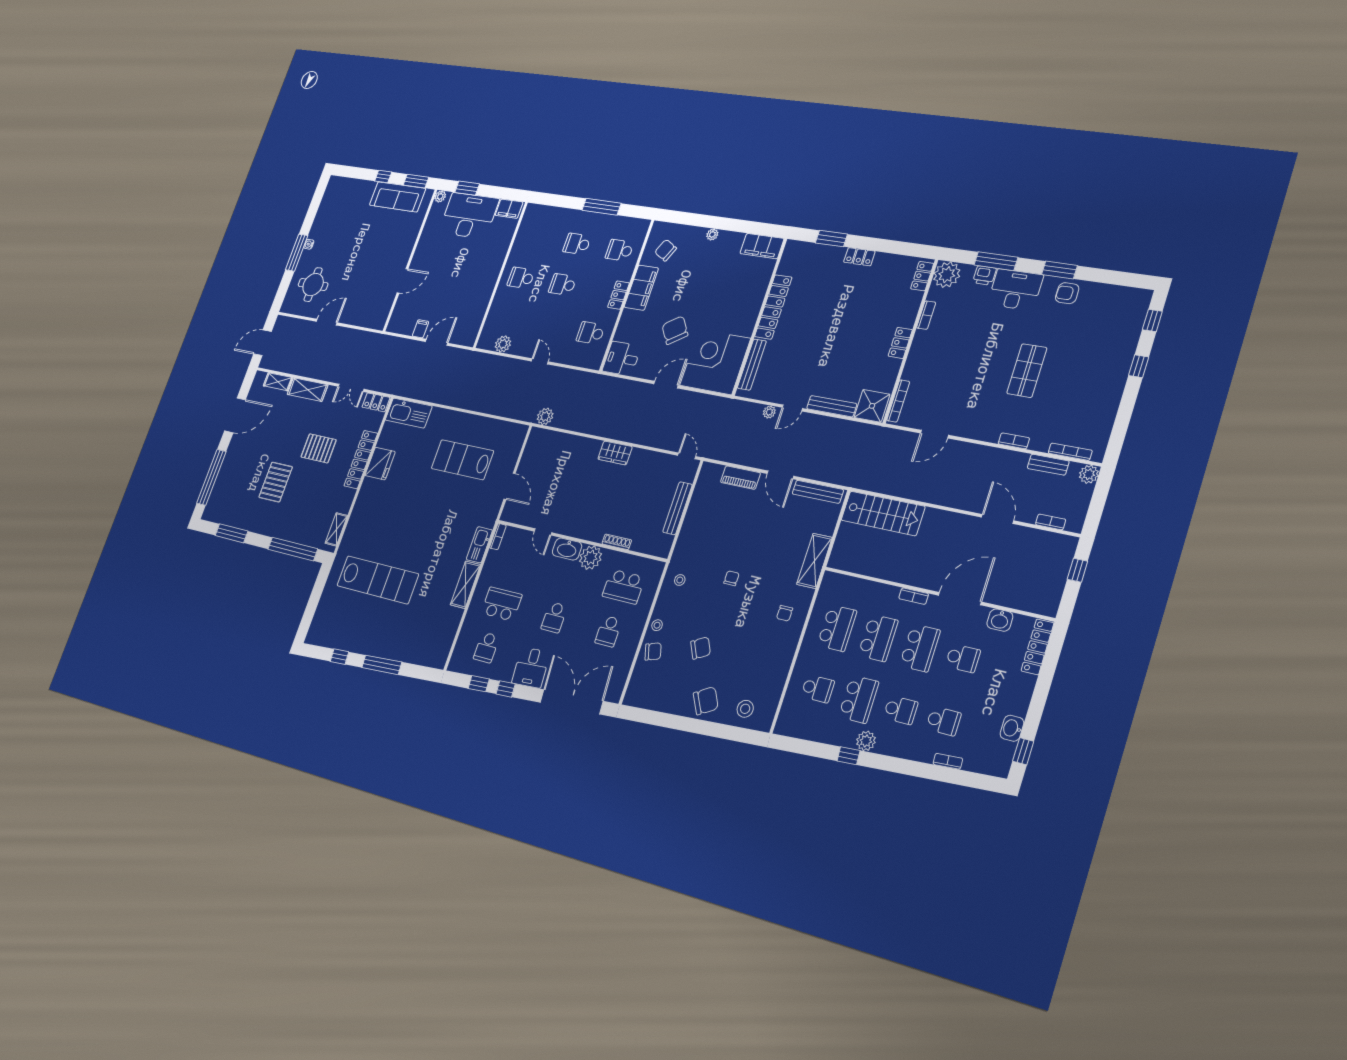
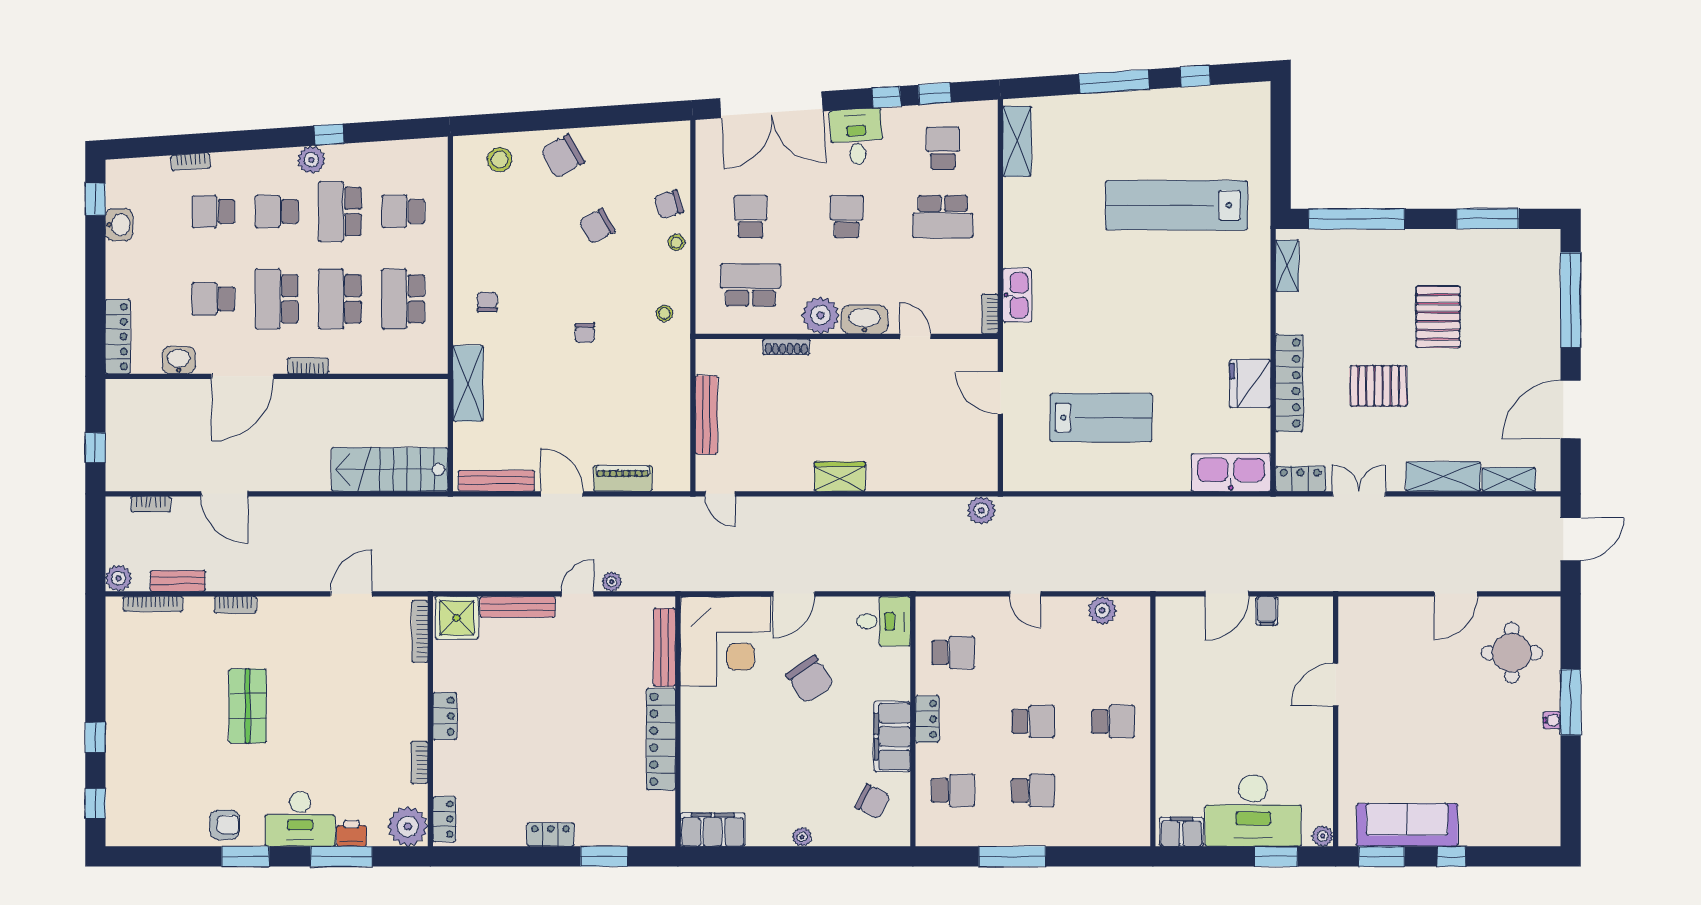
shelving: (465, 585) -> (1017, 141), moved

